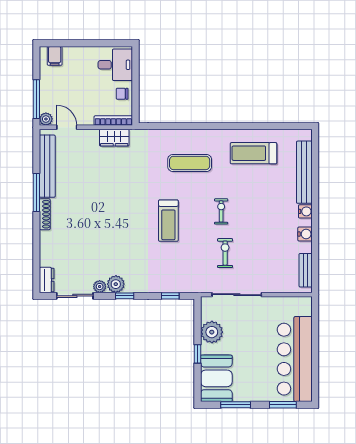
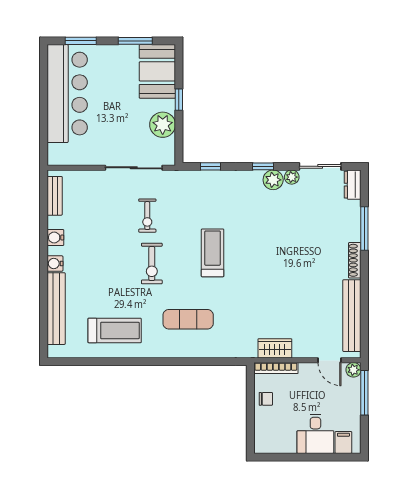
desk: (115, 65) -> (315, 434), moved, turned -90
window: (36, 192) -> (364, 228), moved
exercise bike: (221, 211) -> (152, 264), width x1.38, depth x1.39

